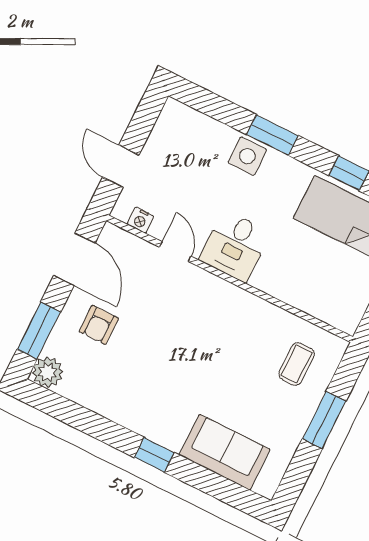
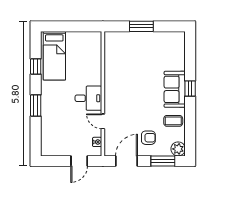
side table: (247, 156) -> (49, 111), removed
door: (175, 252) -> (103, 121), hinge flipped
coffee table: (297, 364) -> (173, 121), moved
sofa: (225, 452) -> (175, 89), moved

